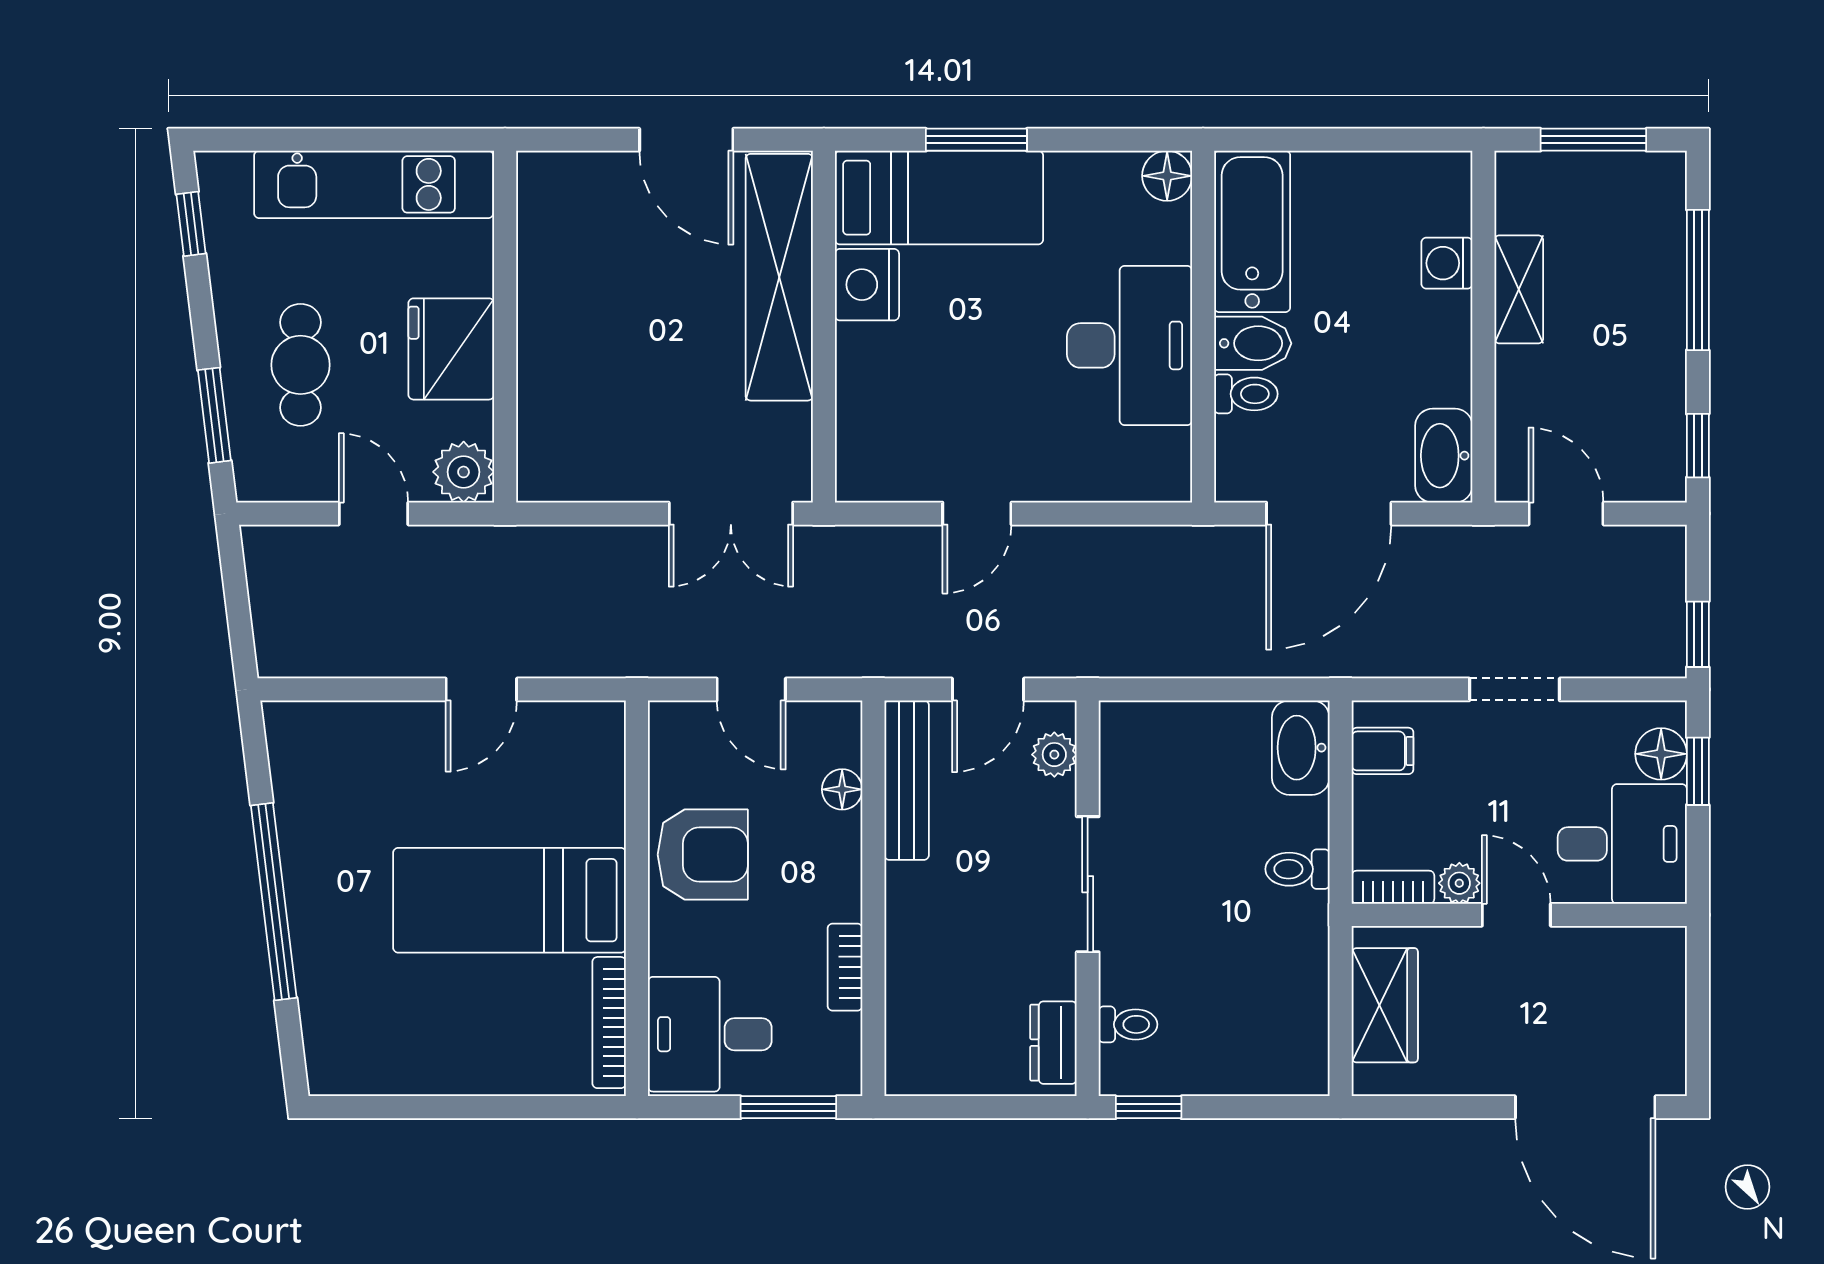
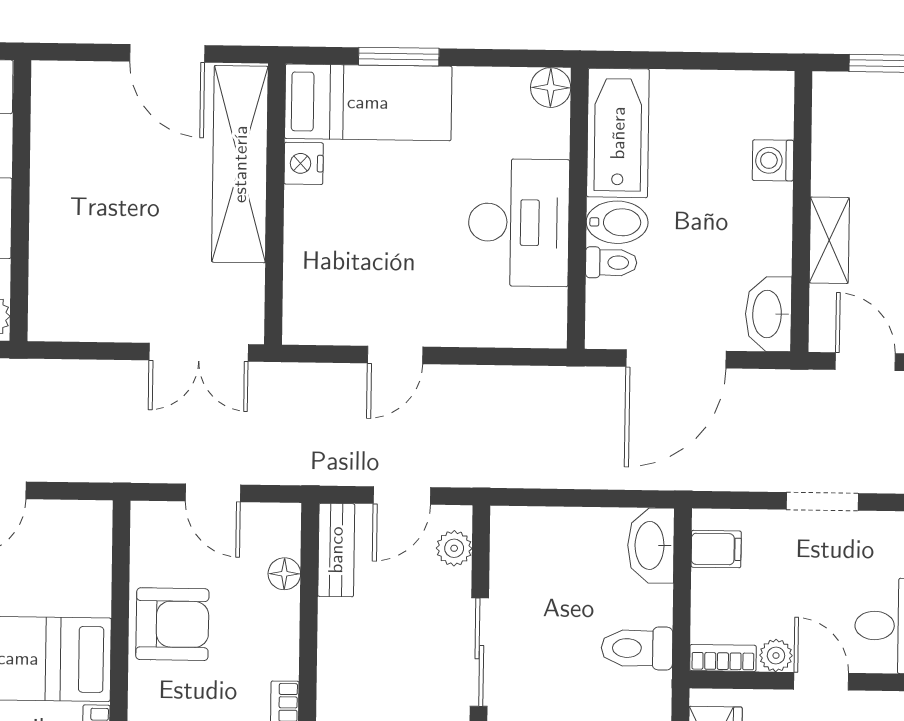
nightstand: (867, 285) -> (304, 163), width x0.74, depth x0.75
shelving: (1519, 289) -> (829, 240), moved
bench: (907, 780) -> (336, 550), width x0.73
toilet: (1297, 869) -> (637, 648), width x1.37, depth x1.39

